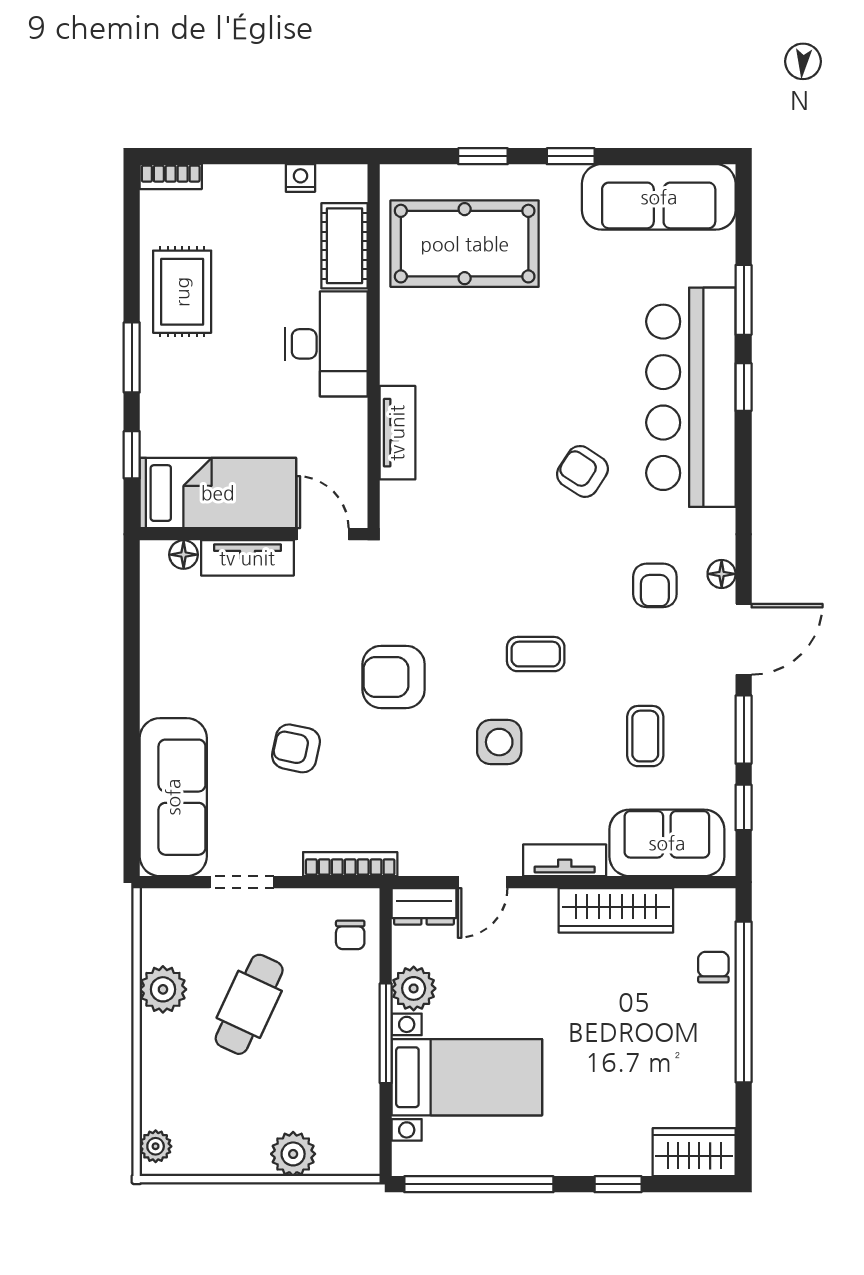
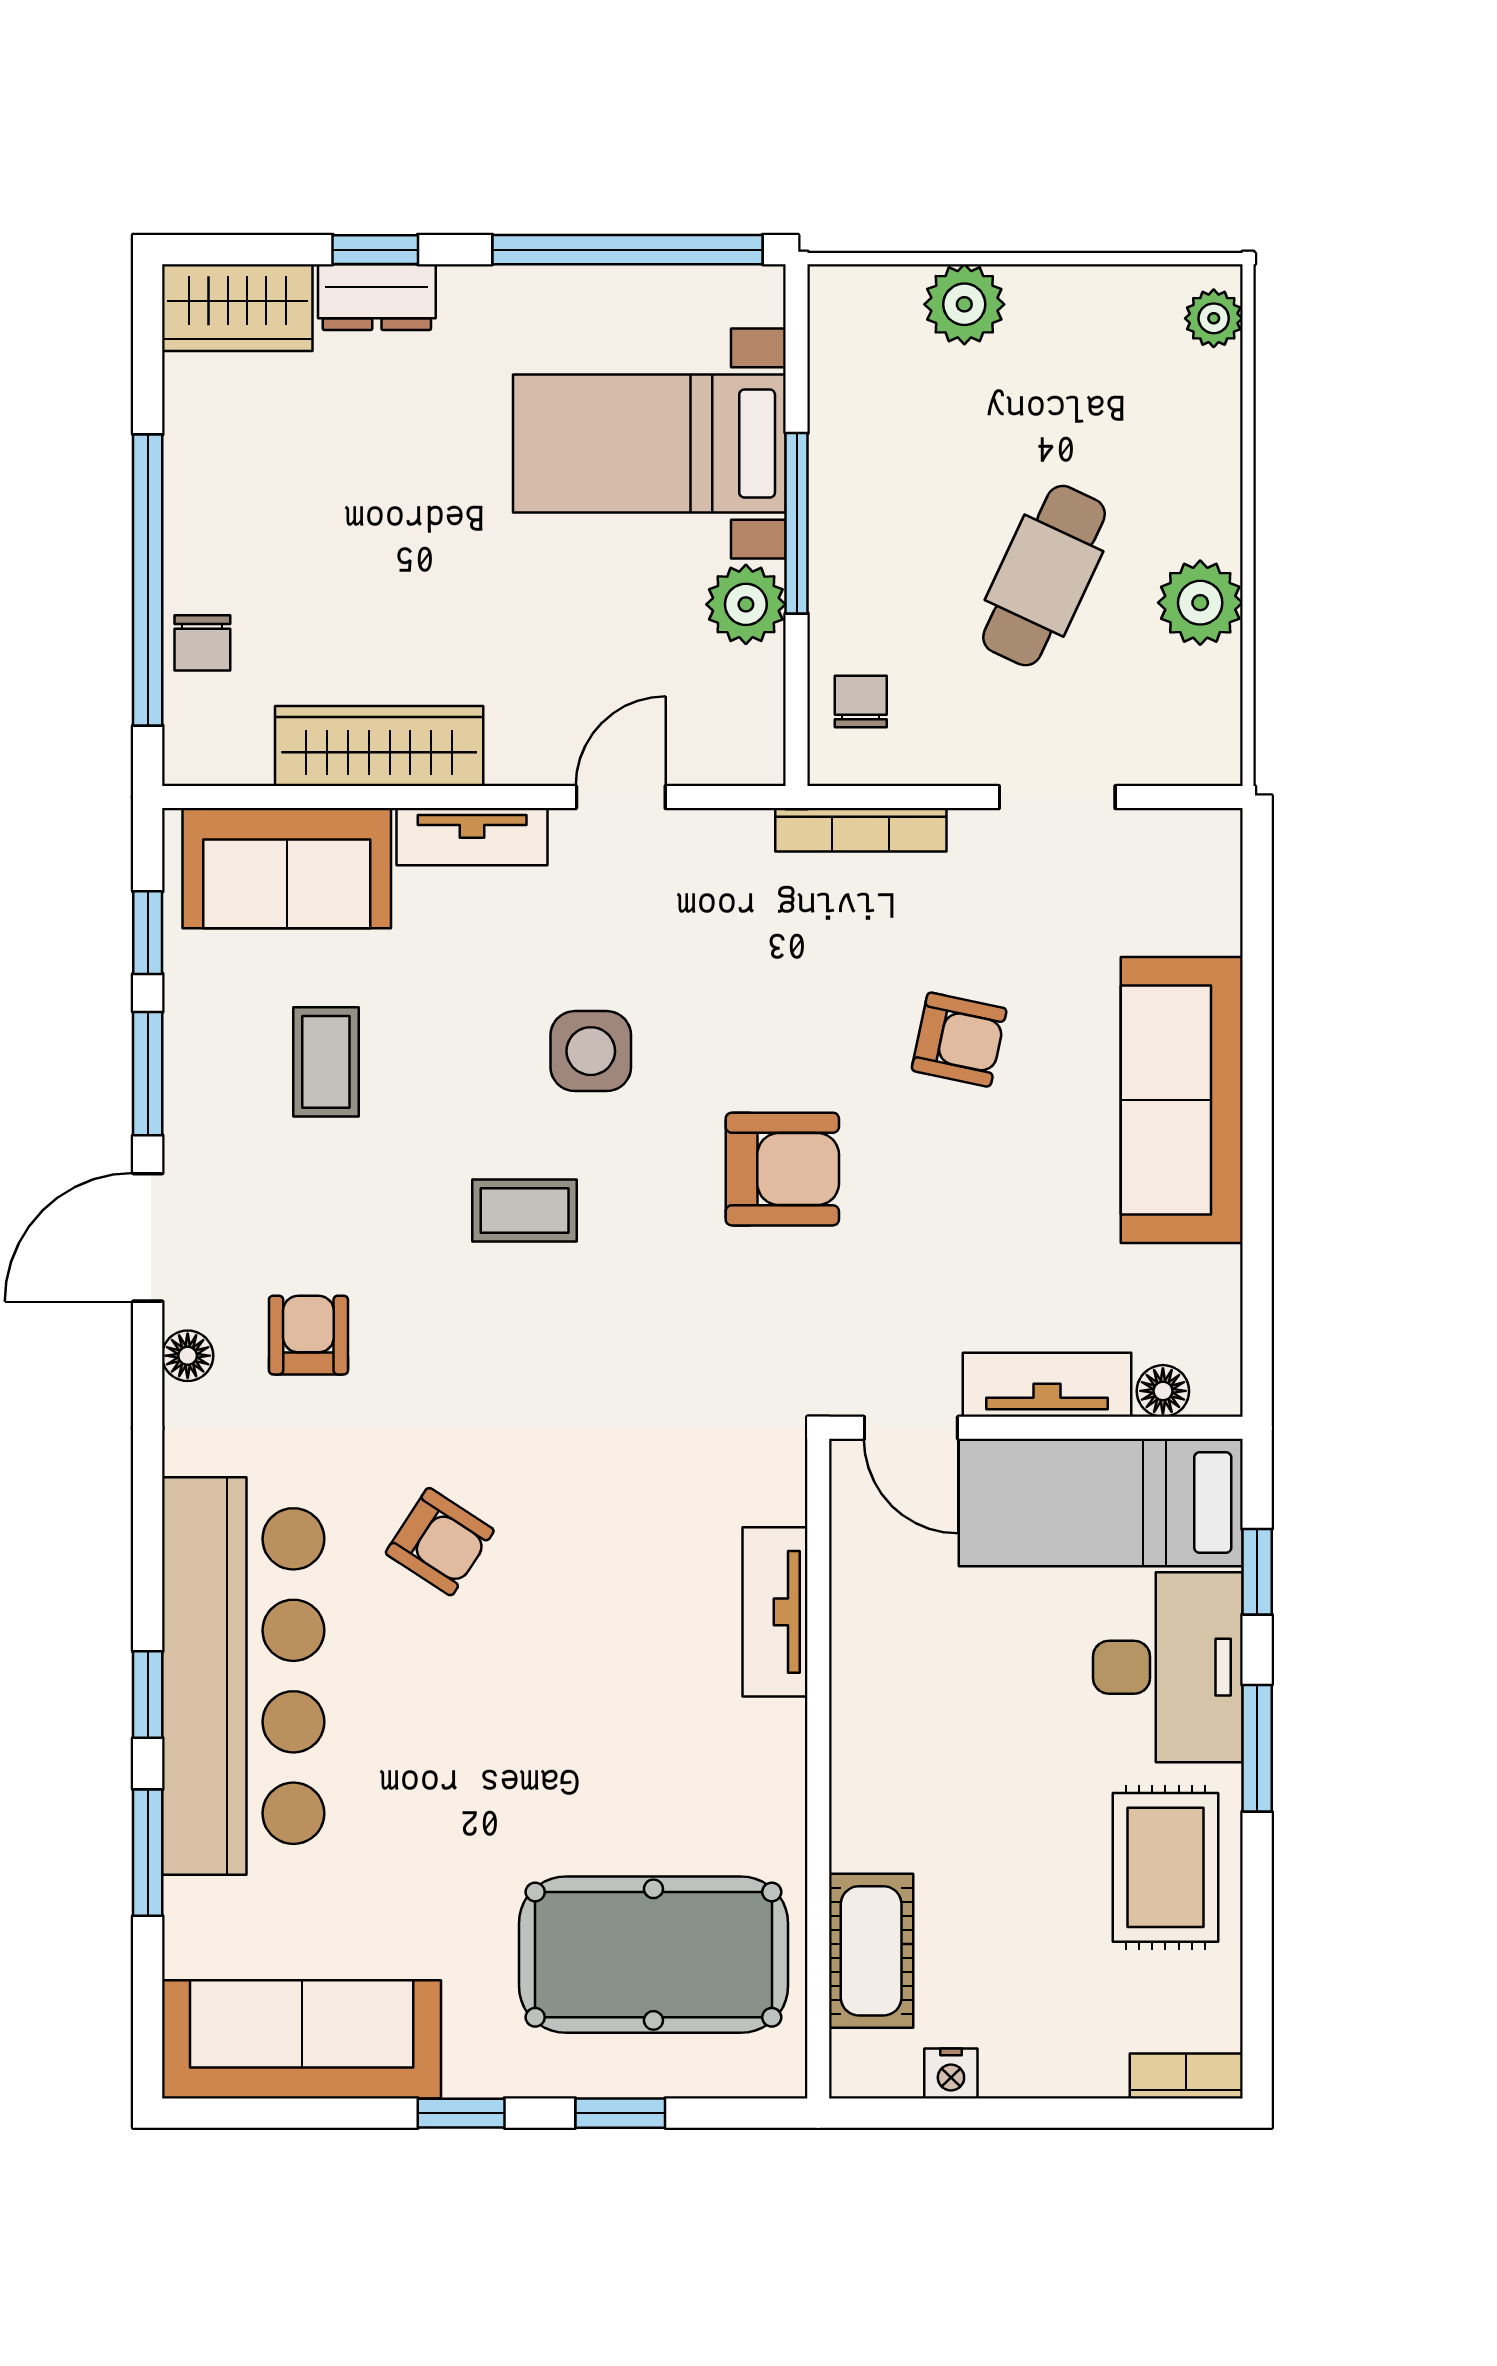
desk: (326, 344) -> (1168, 1667), moved, turned 180
sofa: (173, 797) -> (1182, 1100), moved
dresser: (424, 906) -> (377, 297), moved, turned 180

